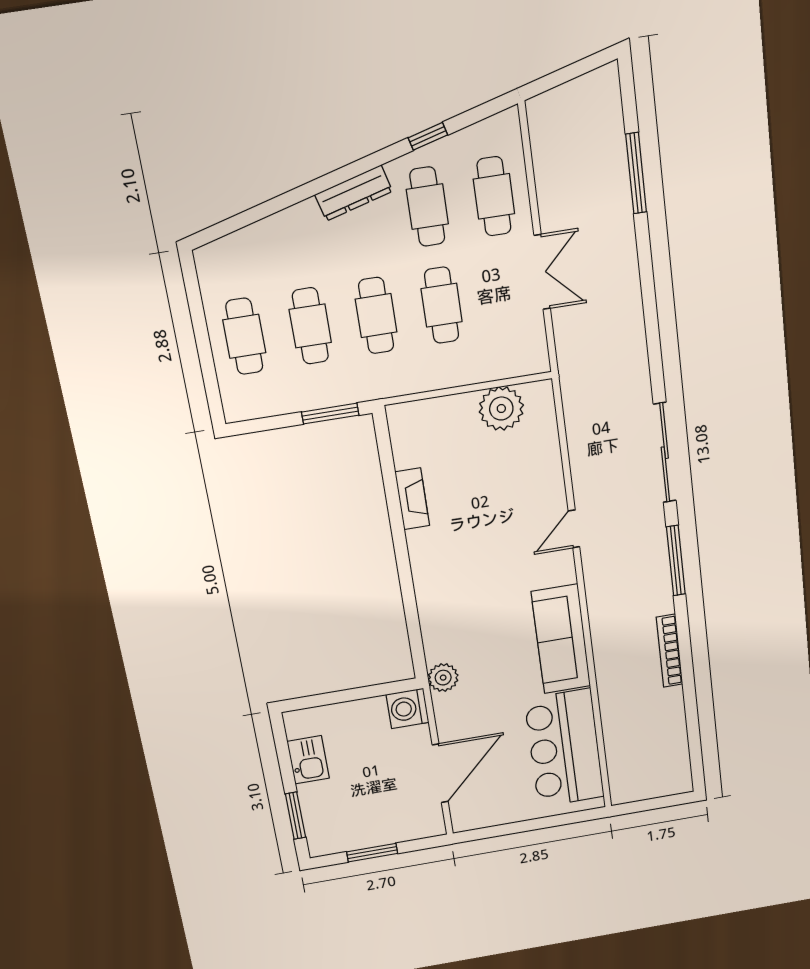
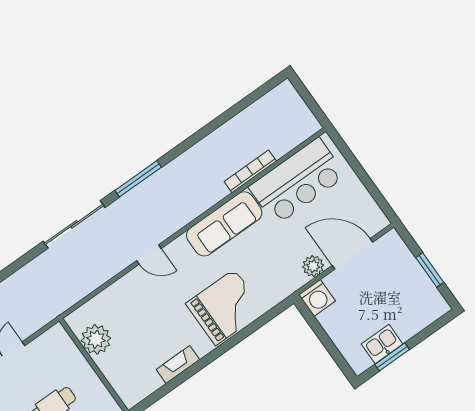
grand piano: (455, 592) -> (225, 307), added
bookcase: (669, 651) -> (250, 171), moved, turned 180
plant: (443, 678) -> (313, 266), moved
window: (295, 816) -> (392, 357), moved

